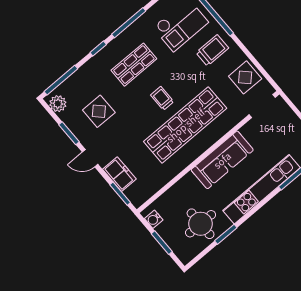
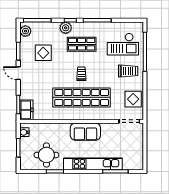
plant: (100, 61) -> (66, 28), added
sofa: (222, 160) -> (85, 132), width x0.73
freezer: (119, 174) -> (26, 110), moved

